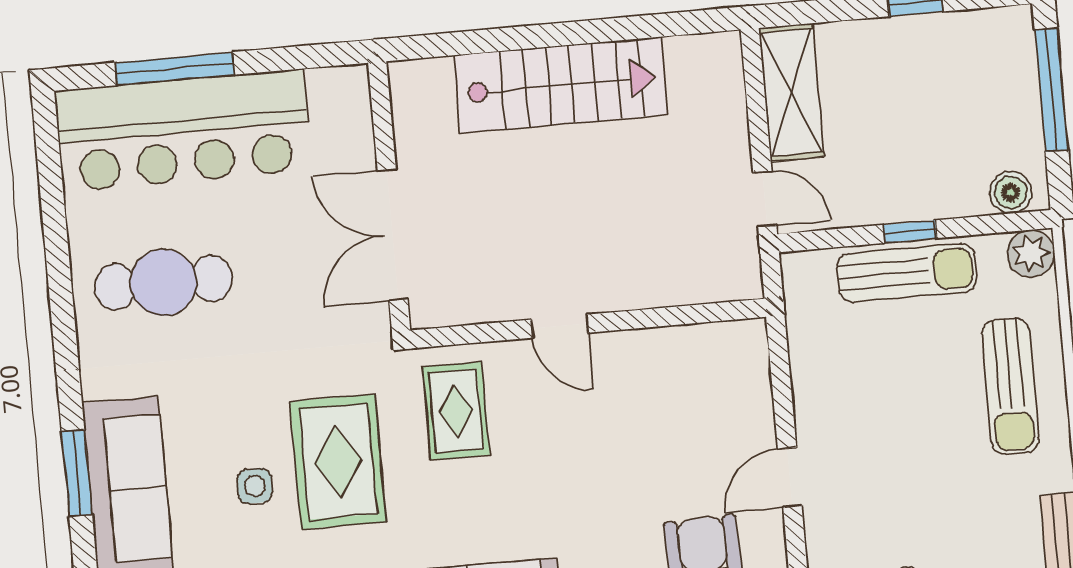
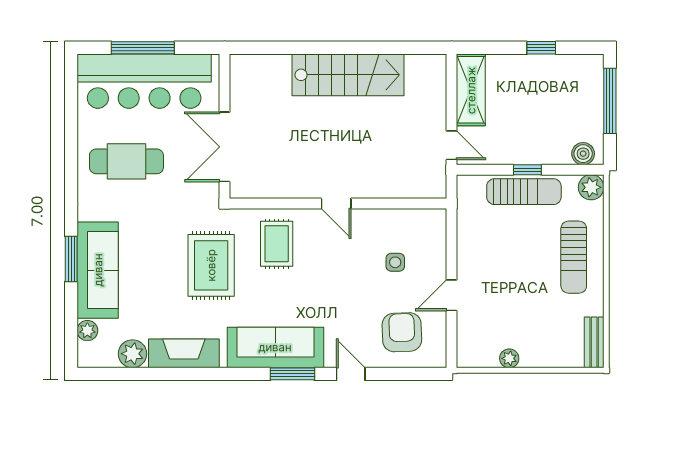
wall: (389, 197) -> (224, 126), moved
double door: (393, 235) -> (224, 147), moved
side table: (255, 486) -> (395, 262), moved

